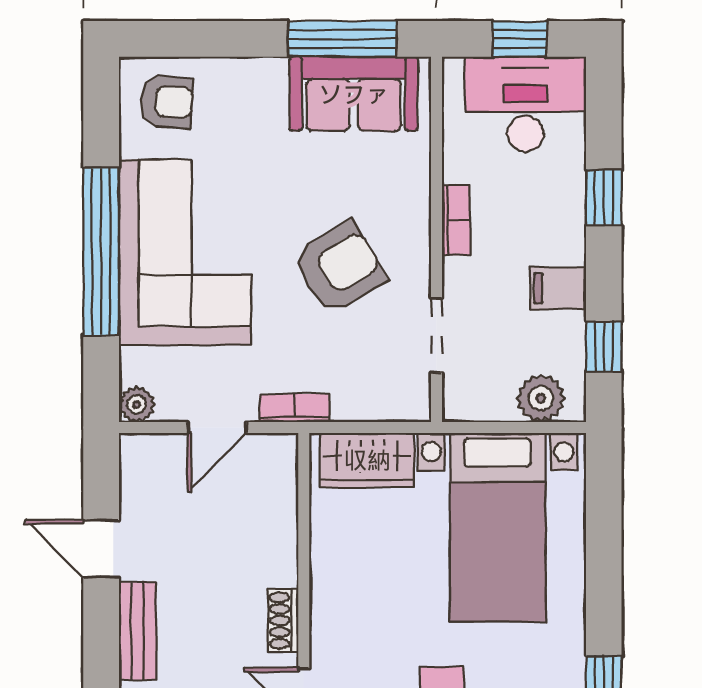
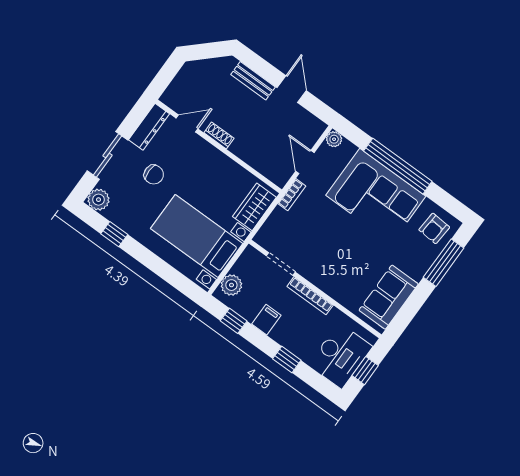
window: (342, 39) -> (444, 263), moved
bookcase: (456, 220) -> (310, 296), width x1.56
armchair: (339, 268) -> (330, 247), removed
door: (101, 549) -> (292, 89), hinge flipped

